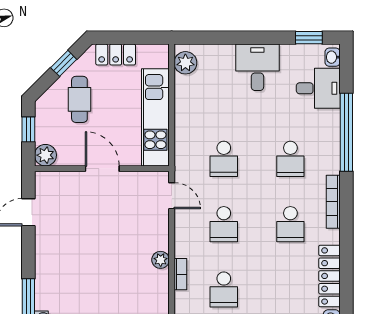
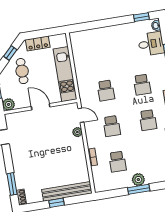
plant: (185, 63) -> (76, 42), removed
desk: (257, 67) -> (116, 38), removed
plant: (161, 260) -> (77, 132), moved

